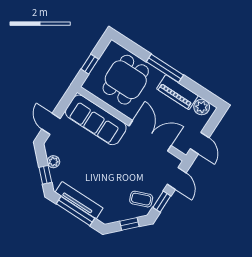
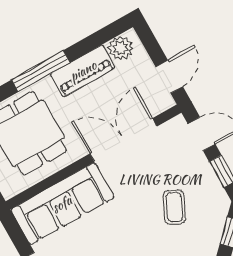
door: (200, 143) -> (169, 77), hinge flipped
coffee table: (141, 199) -> (174, 207), moved, turned -44

